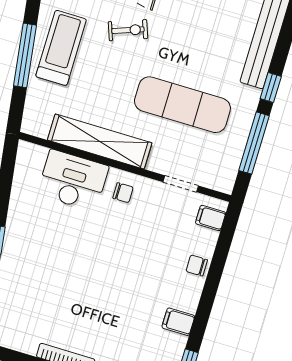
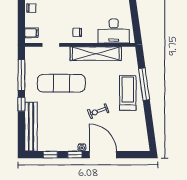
treadmill: (61, 48) -> (128, 93), turned 180
desk: (73, 180) -> (114, 31), moved

